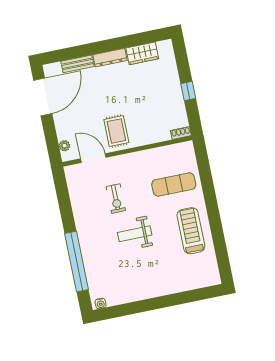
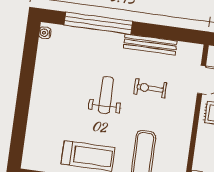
bench: (79, 212) -> (150, 44), added

